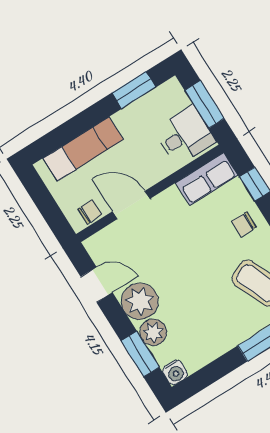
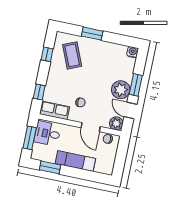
exam couch: (83, 149) -> (75, 161), moved
chair: (244, 224) -> (80, 102), moved
plant: (153, 332) -> (116, 123), moved
window: (140, 354) -> (136, 85), moved

